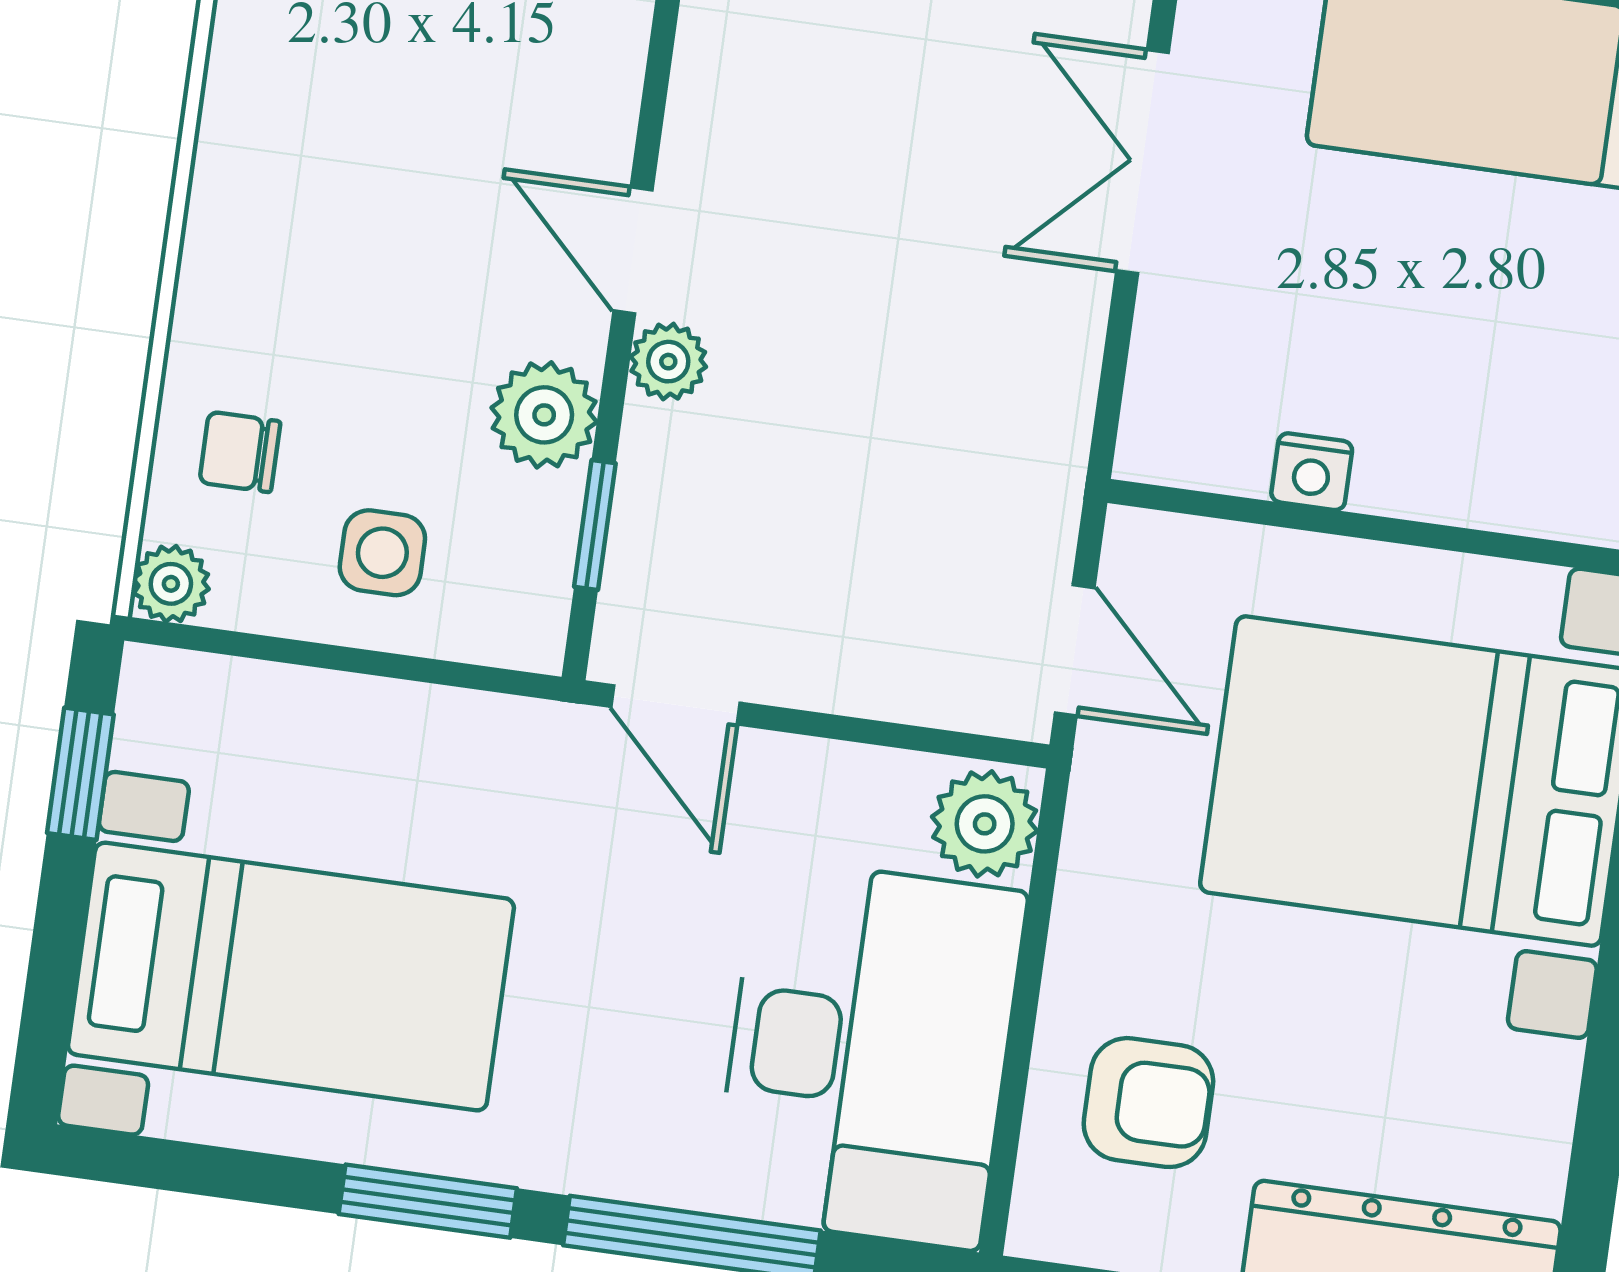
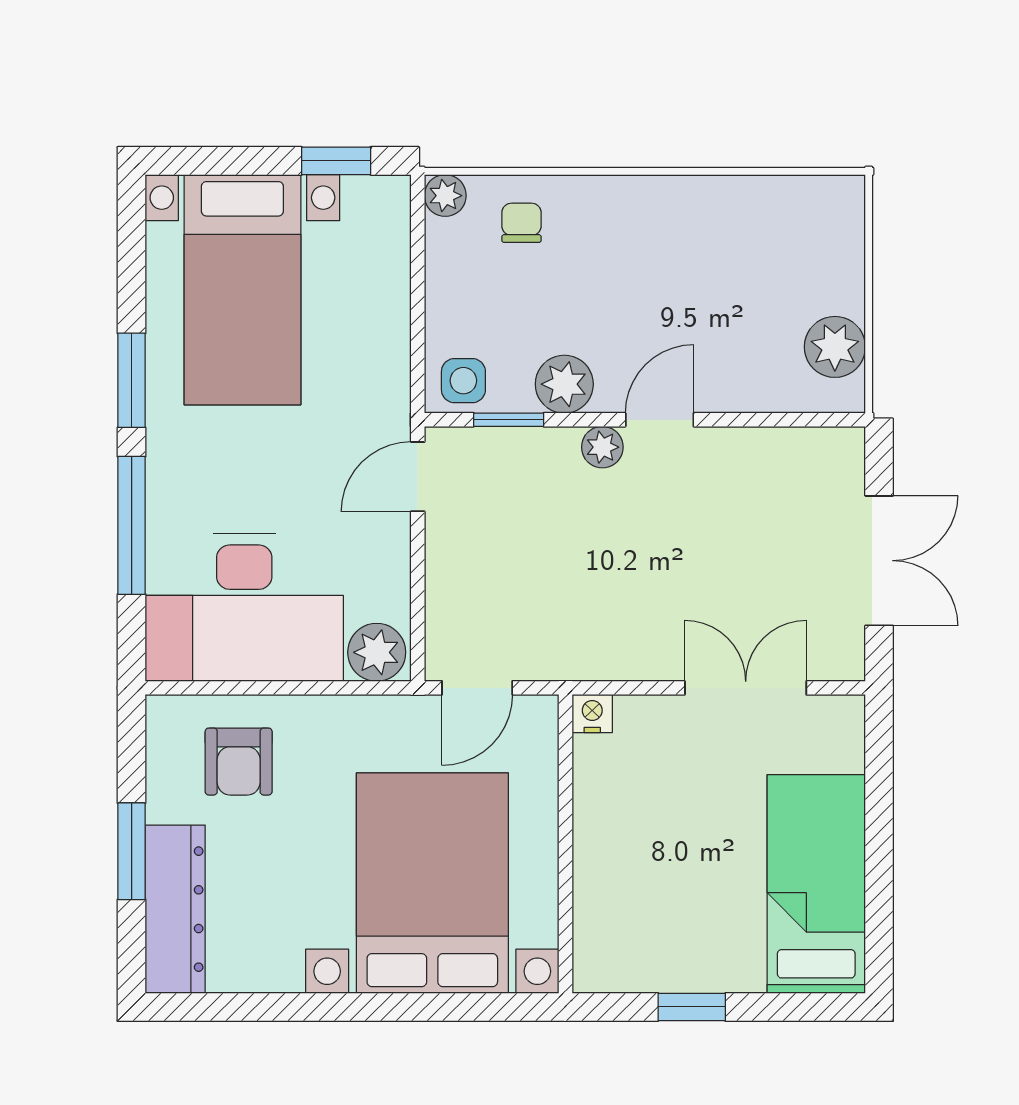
nightstand: (1312, 472) -> (592, 714), moved, turned 90
side table: (382, 553) -> (463, 381), moved

